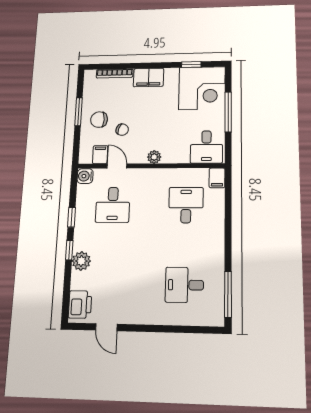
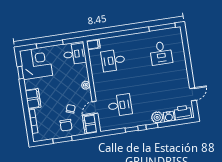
filing cabinet: (100, 155) -> (90, 124), width x2.00
water cooler: (85, 176) -> (169, 117), moved

